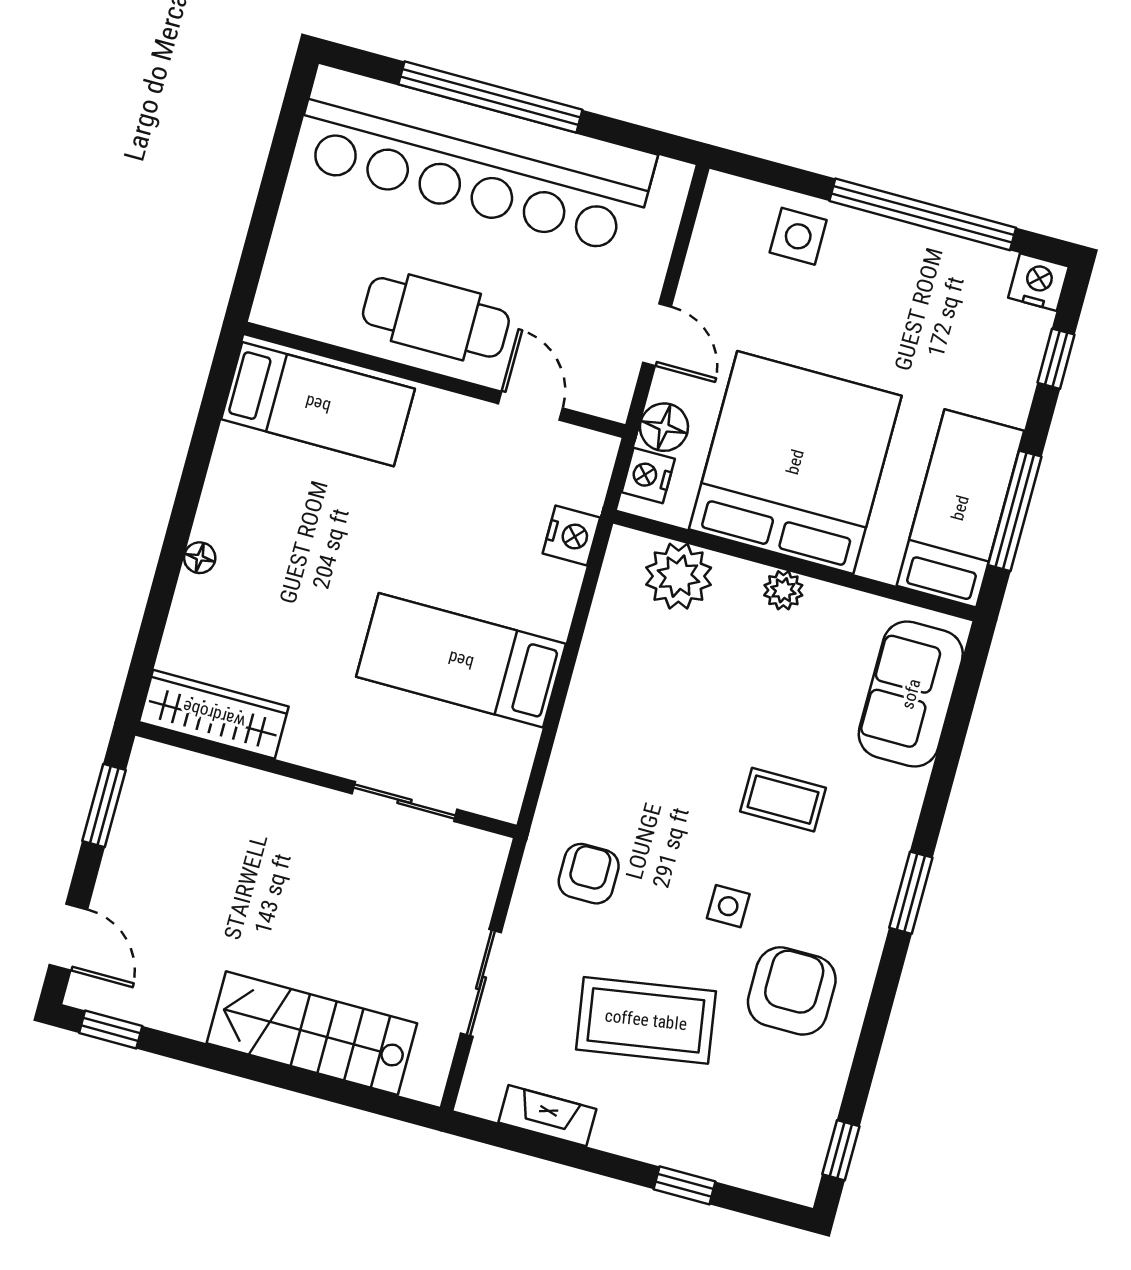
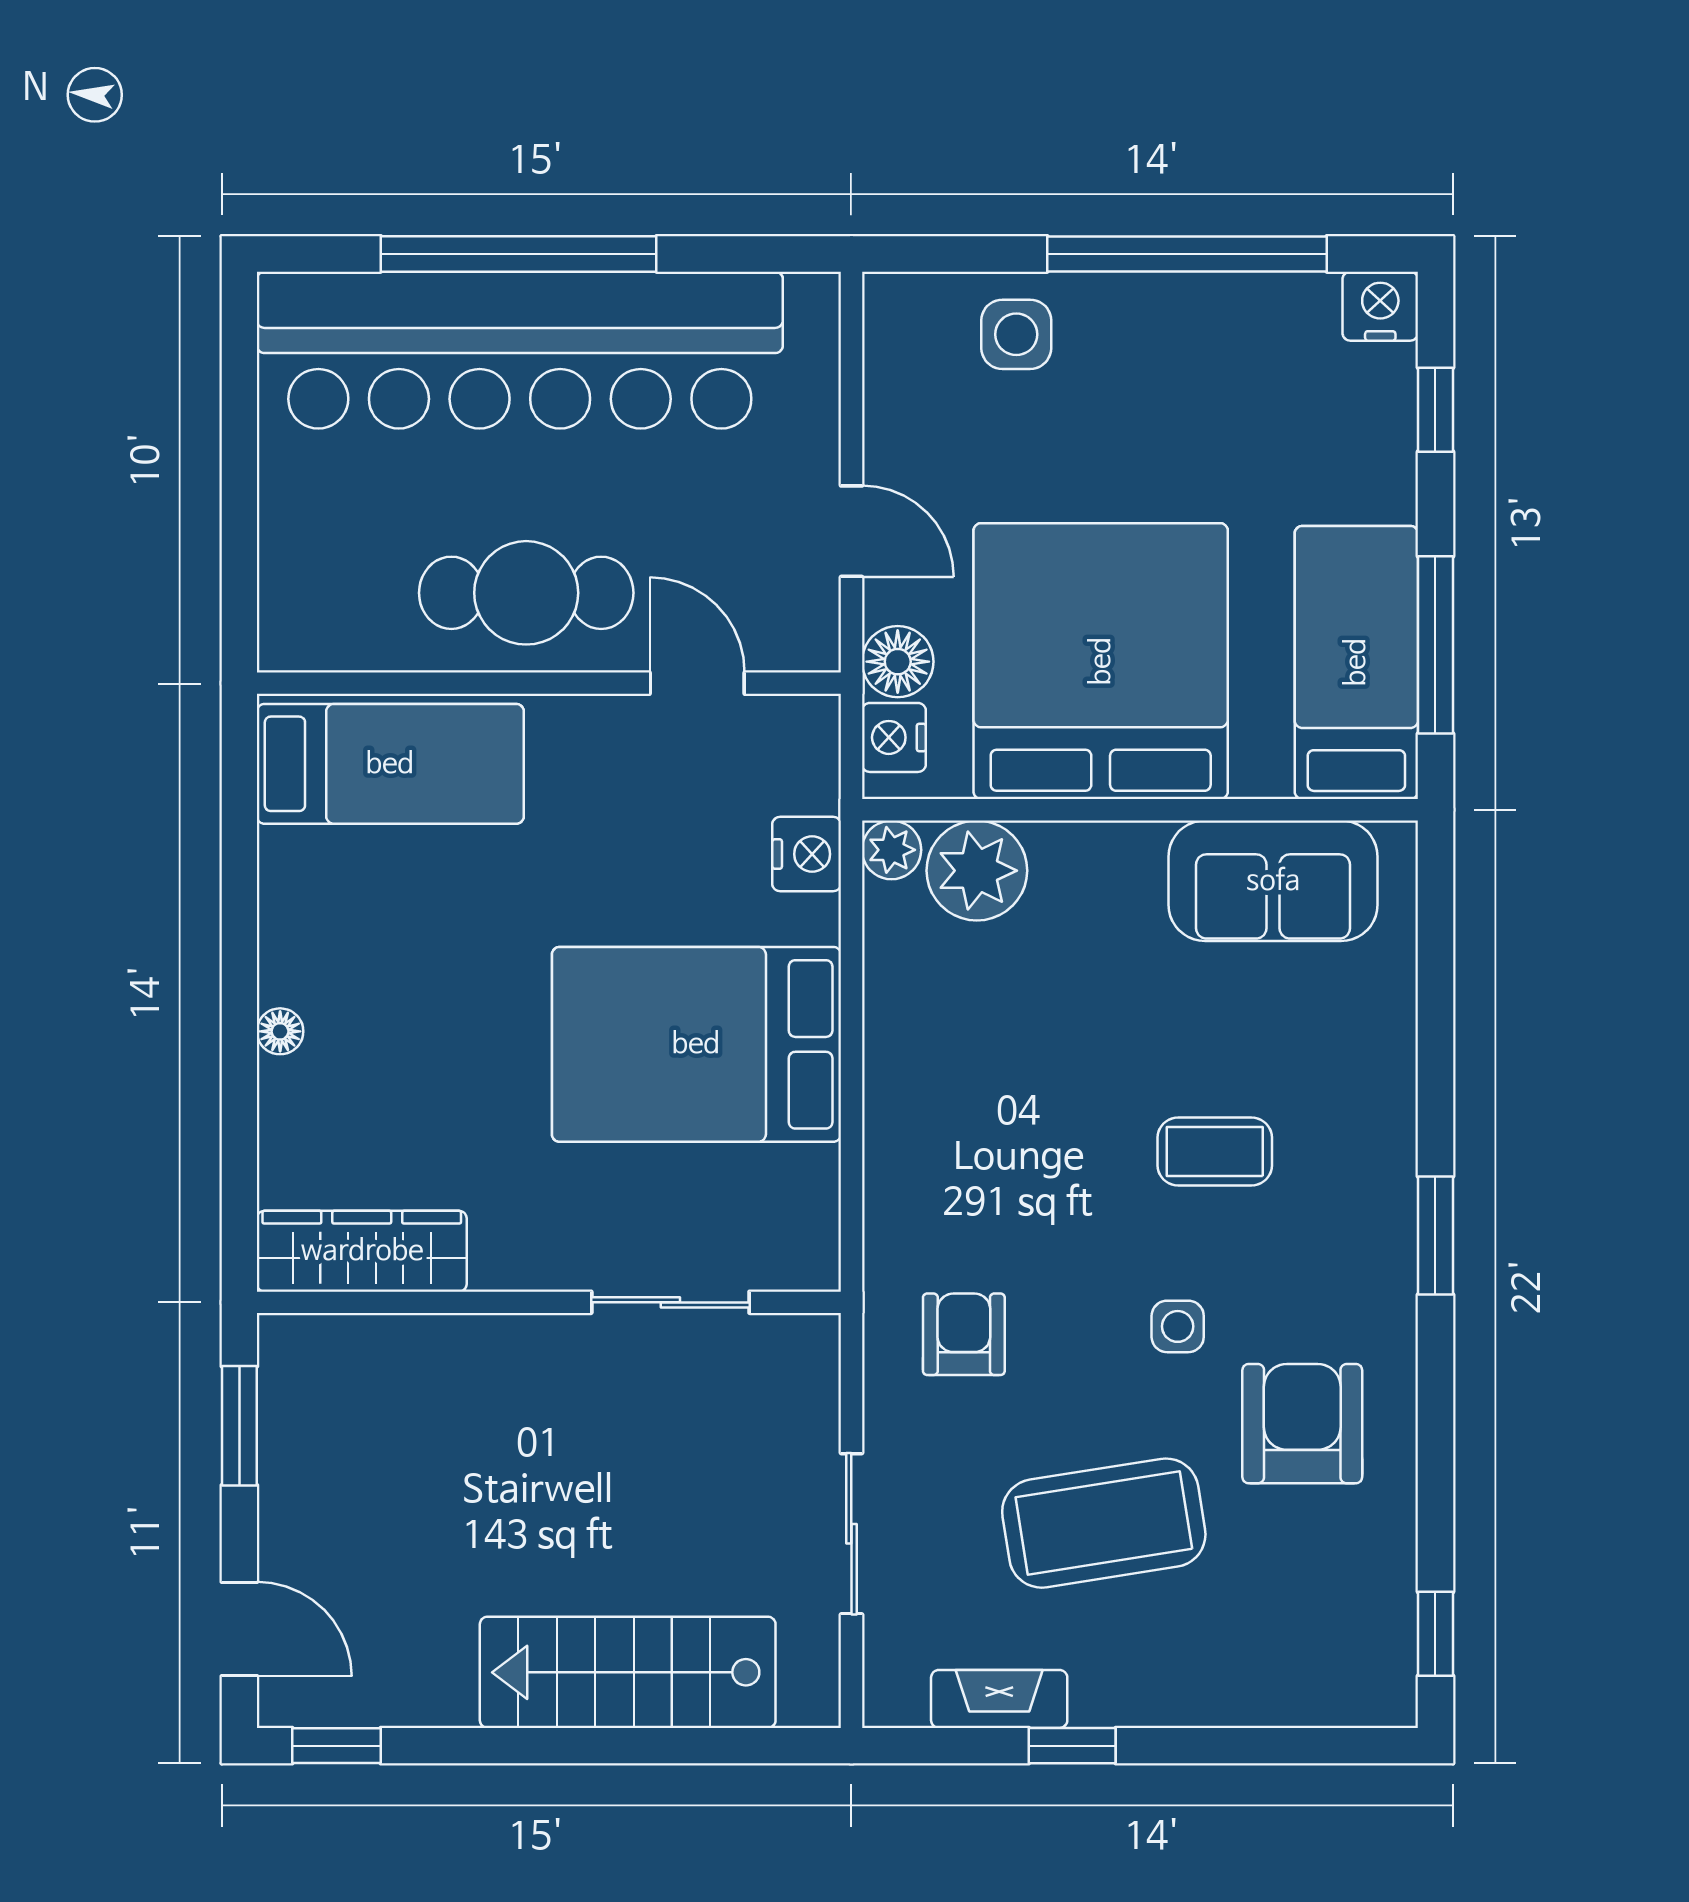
plant: (783, 590) -> (892, 850), moved
bed: (461, 660) -> (696, 1044), width x1.50
sofa: (911, 694) -> (1273, 881), moved, turned -90
window: (684, 1185) -> (1072, 1746), moved

